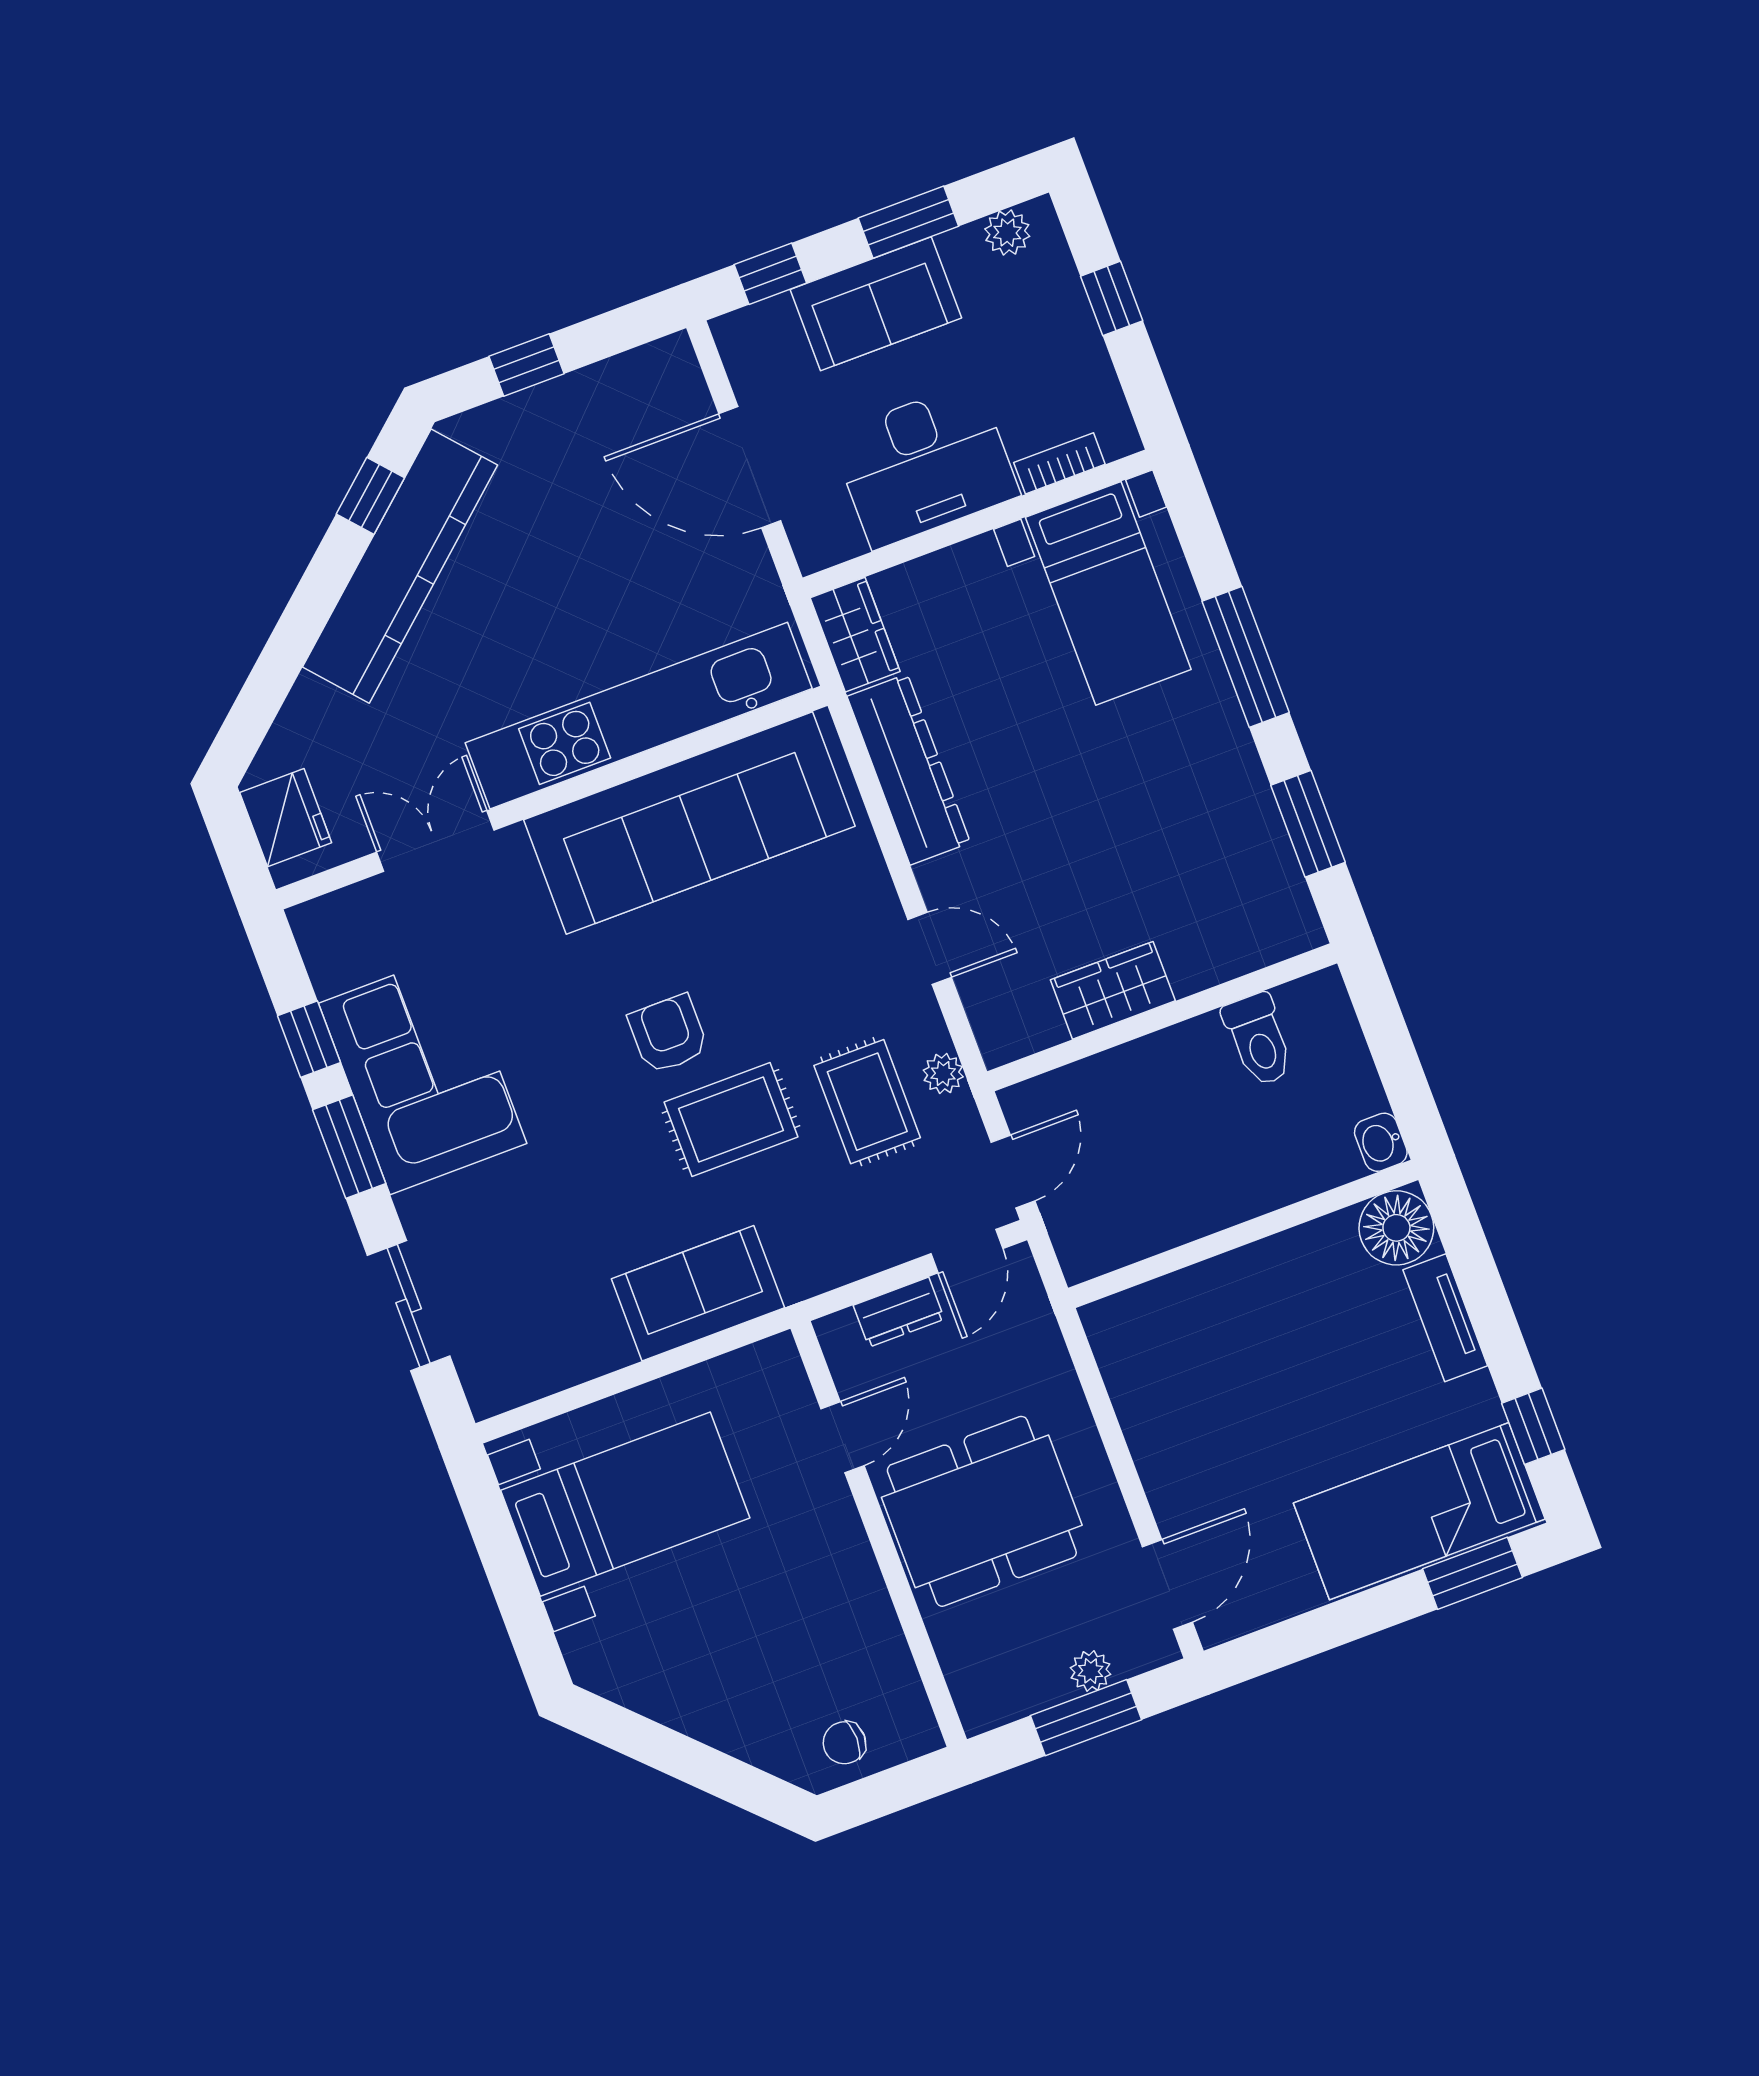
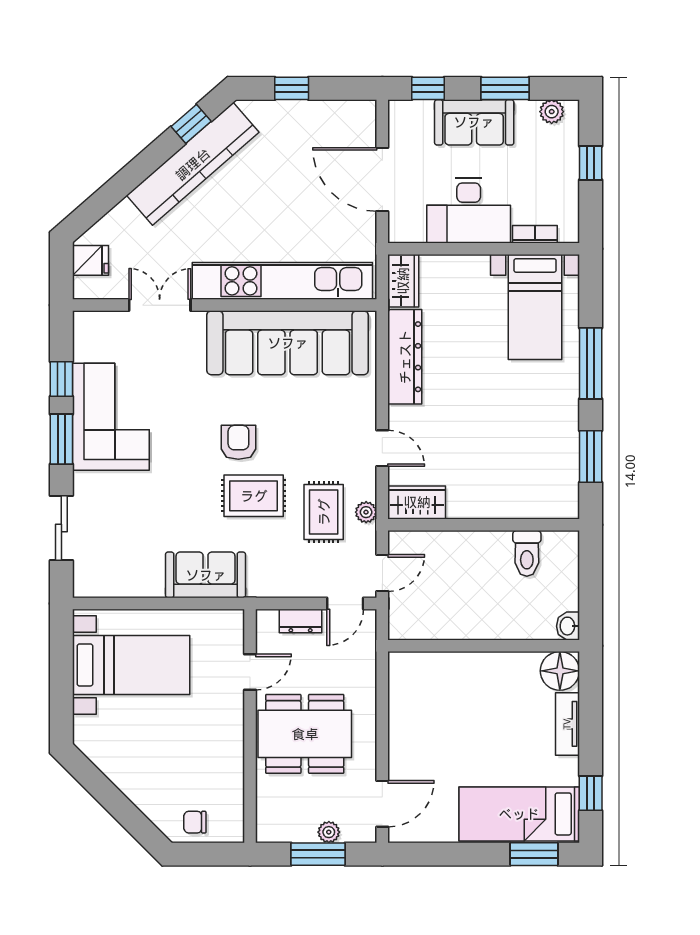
fridge: (286, 818) -> (91, 260), width x0.72
wardrobe: (1113, 990) -> (417, 502), moved

